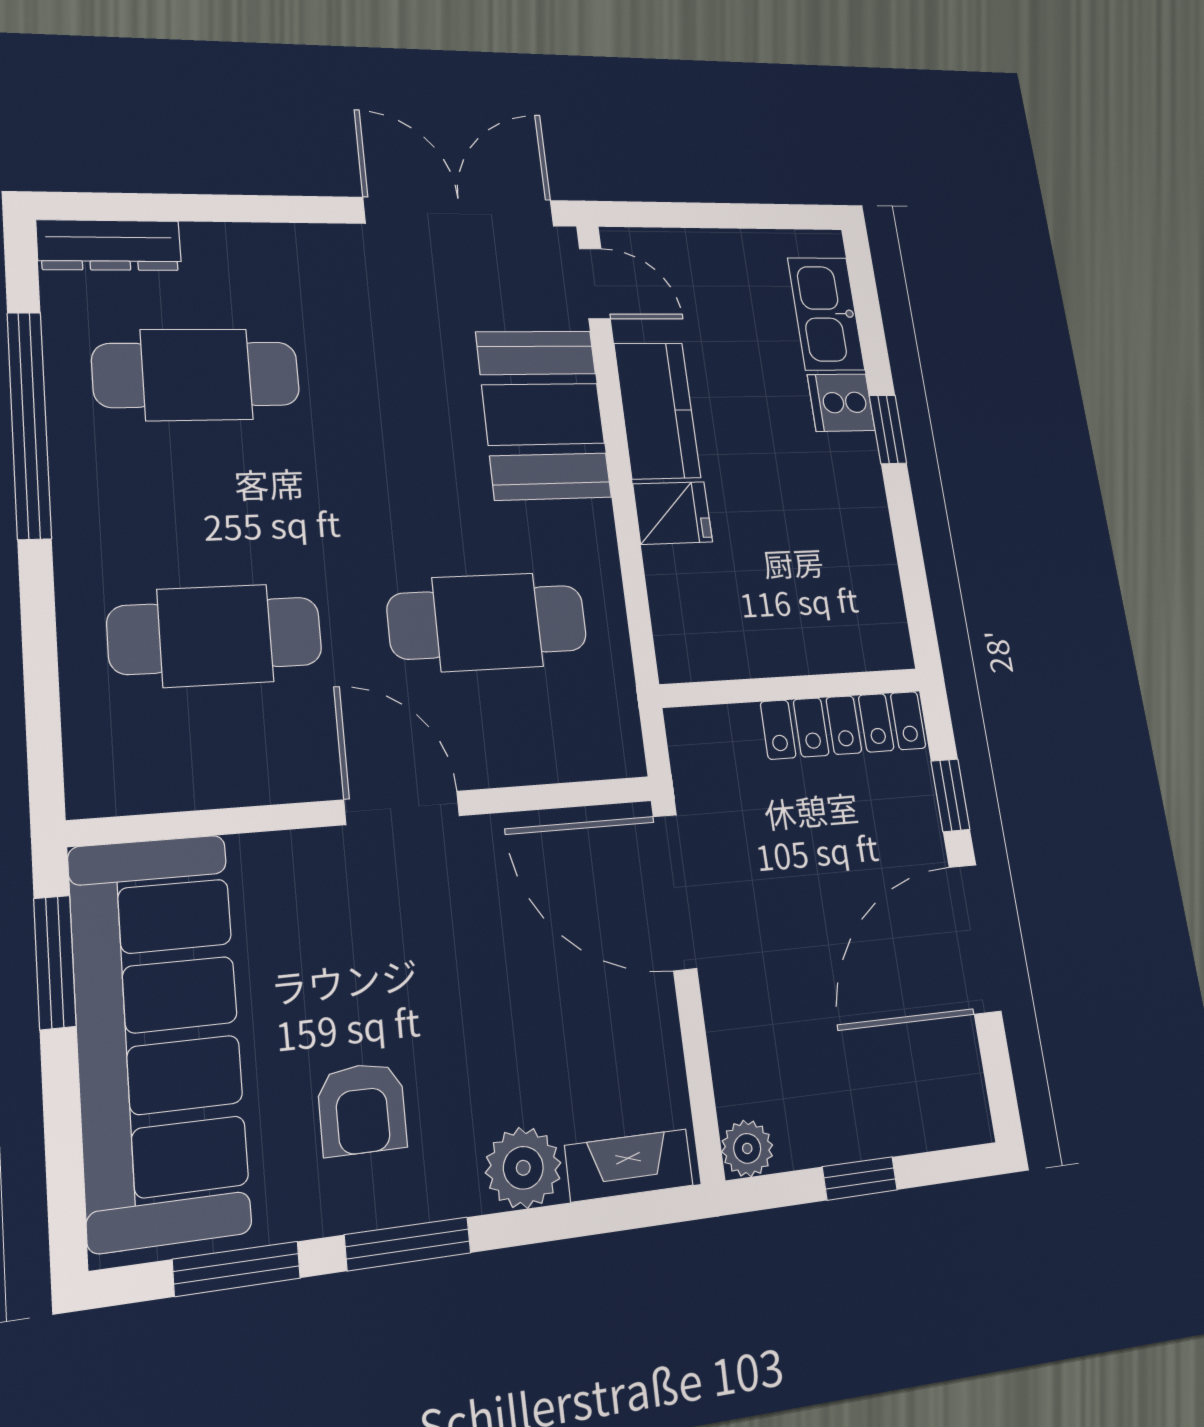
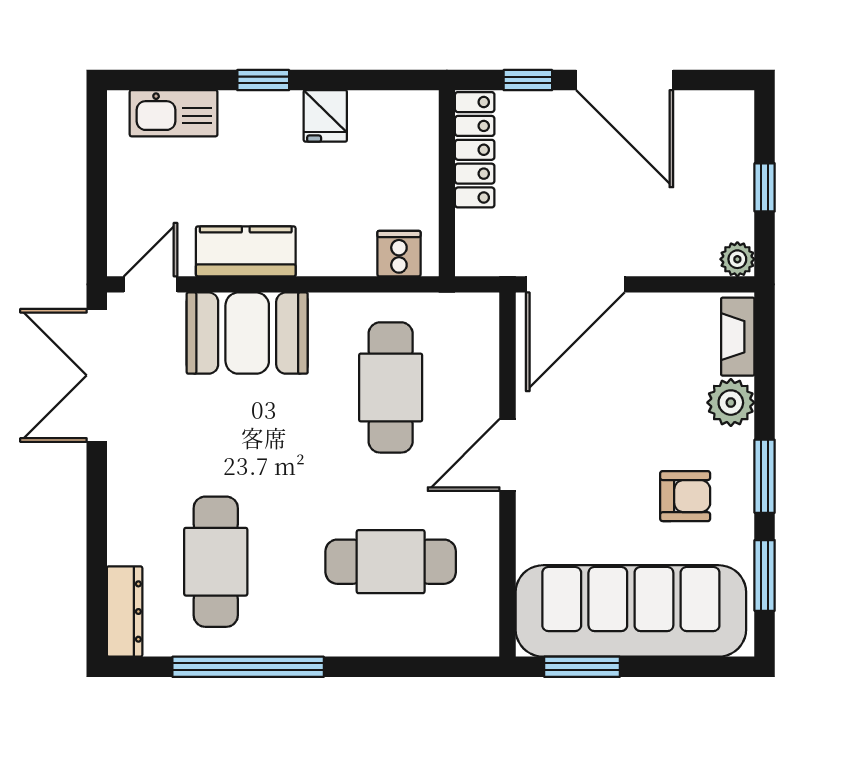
cooker: (841, 403) -> (399, 254), moved, turned 180
fridge: (673, 513) -> (325, 116), moved, turned 180
cafe table: (215, 636) -> (391, 562), turned 90

